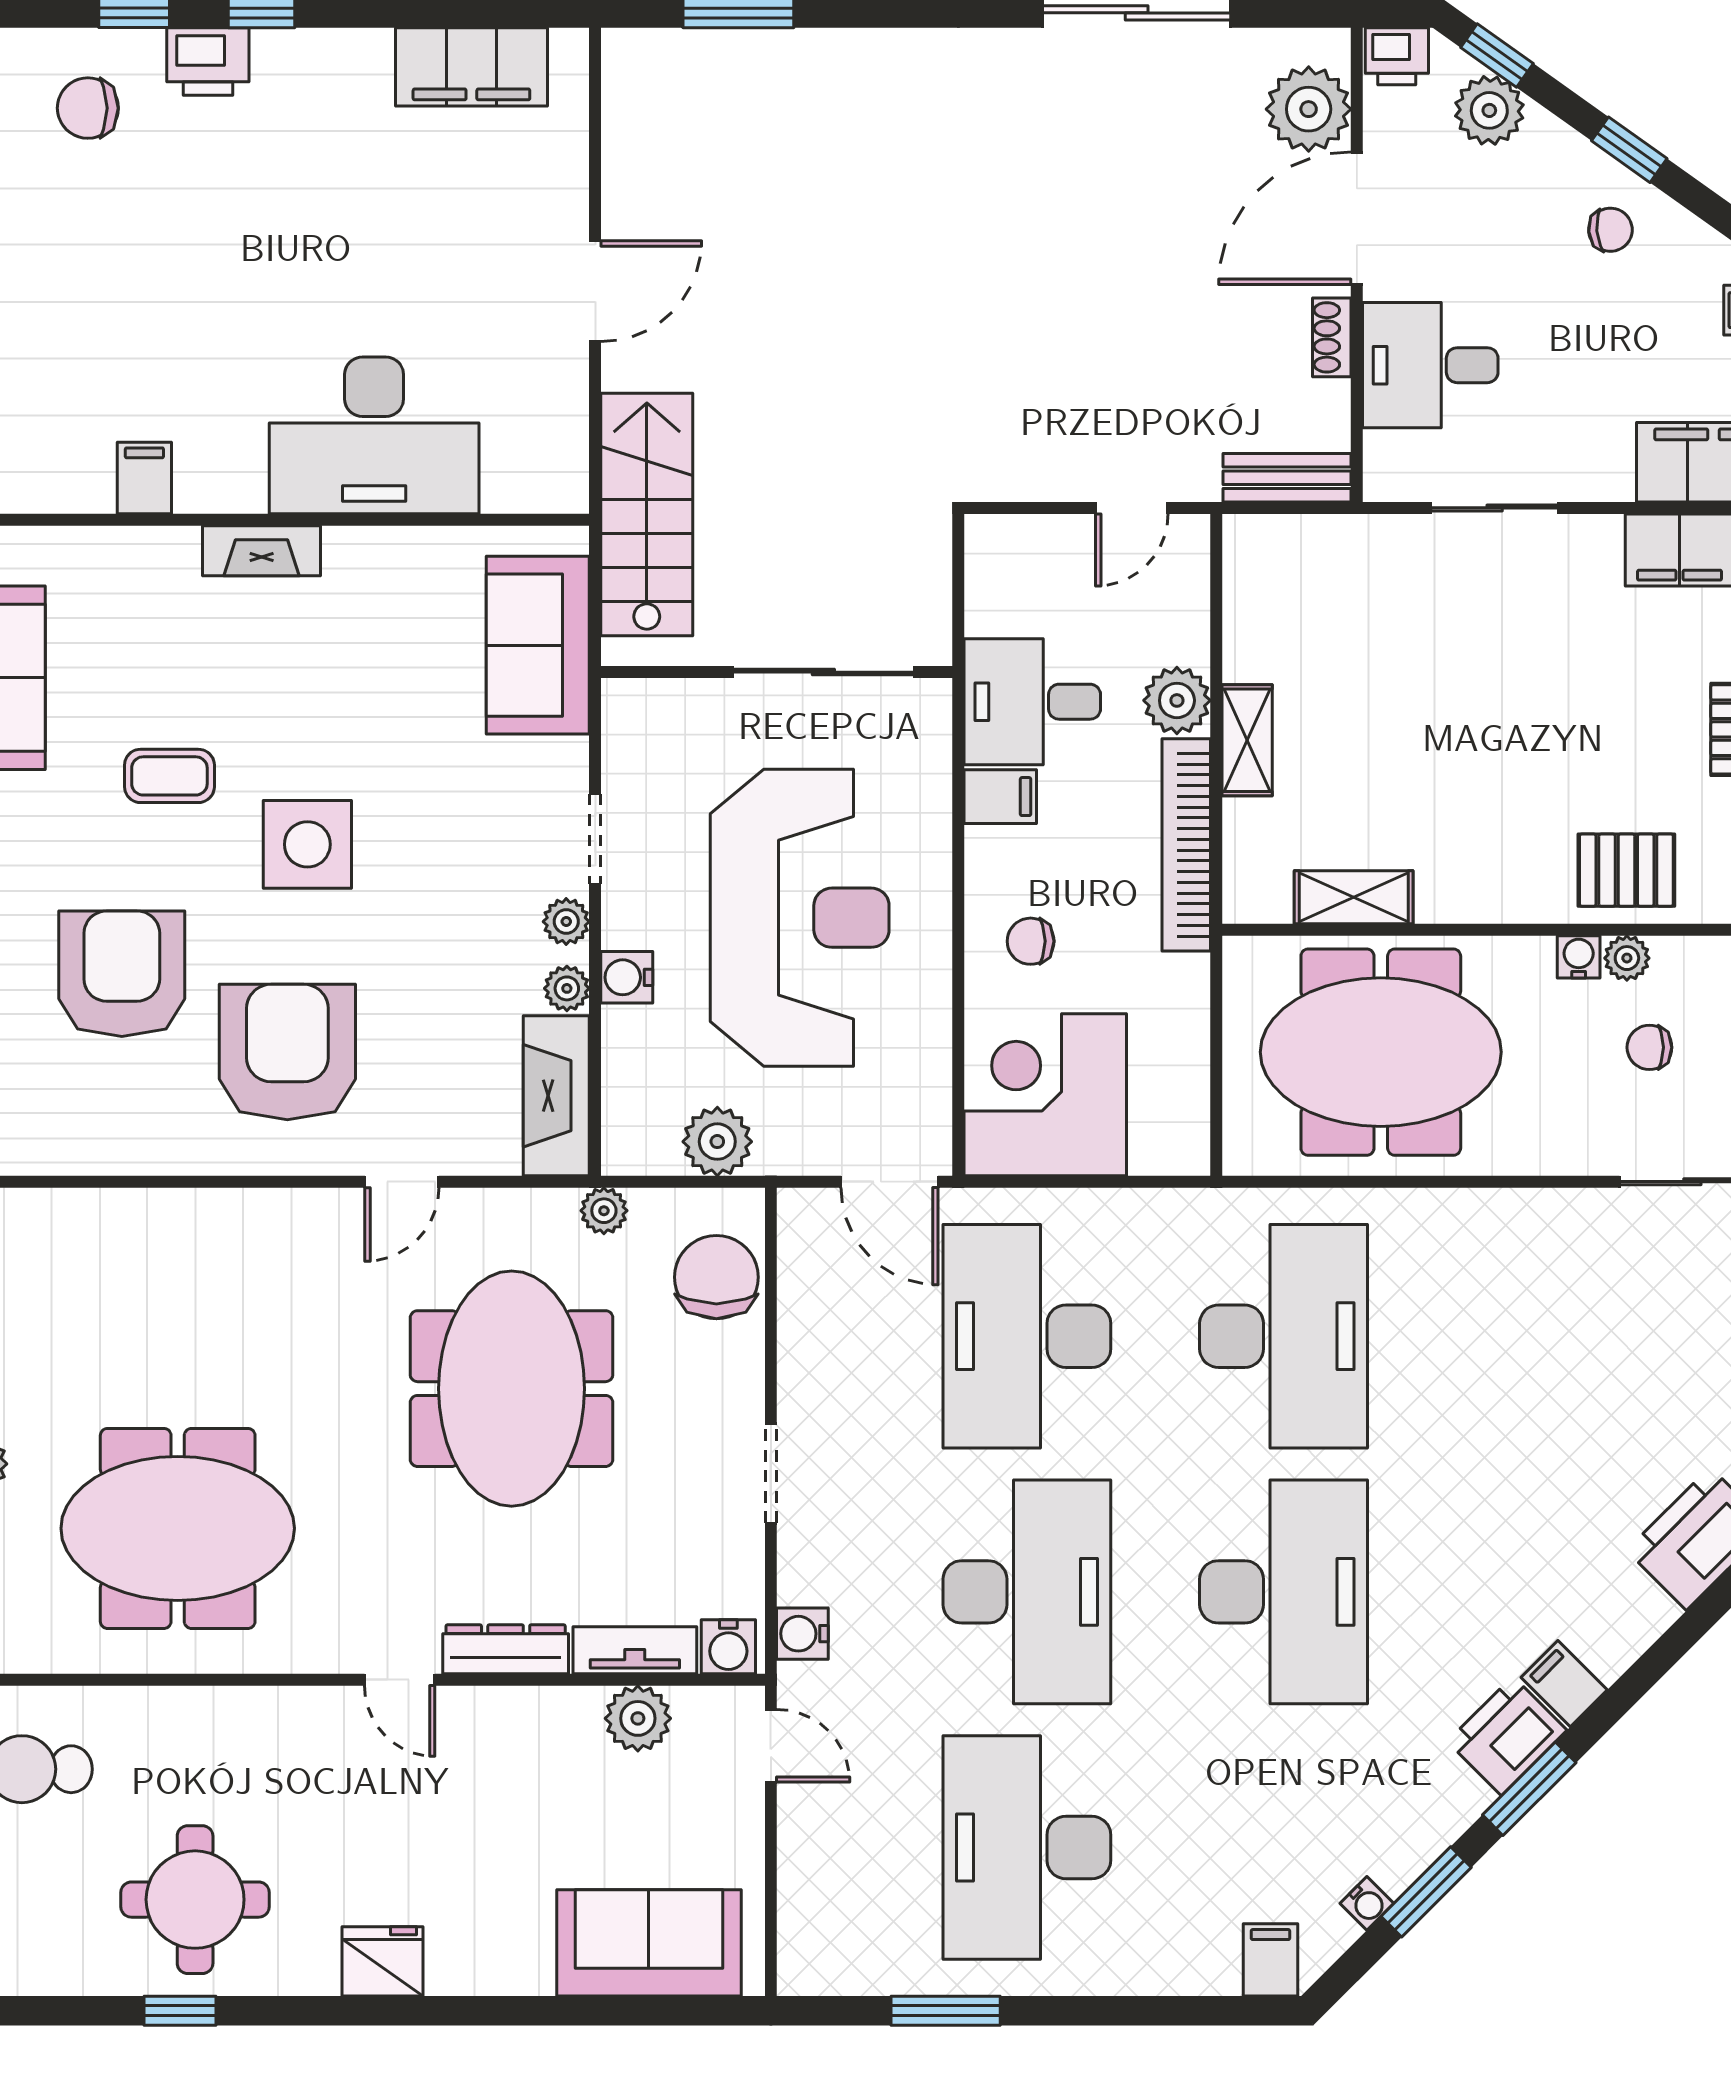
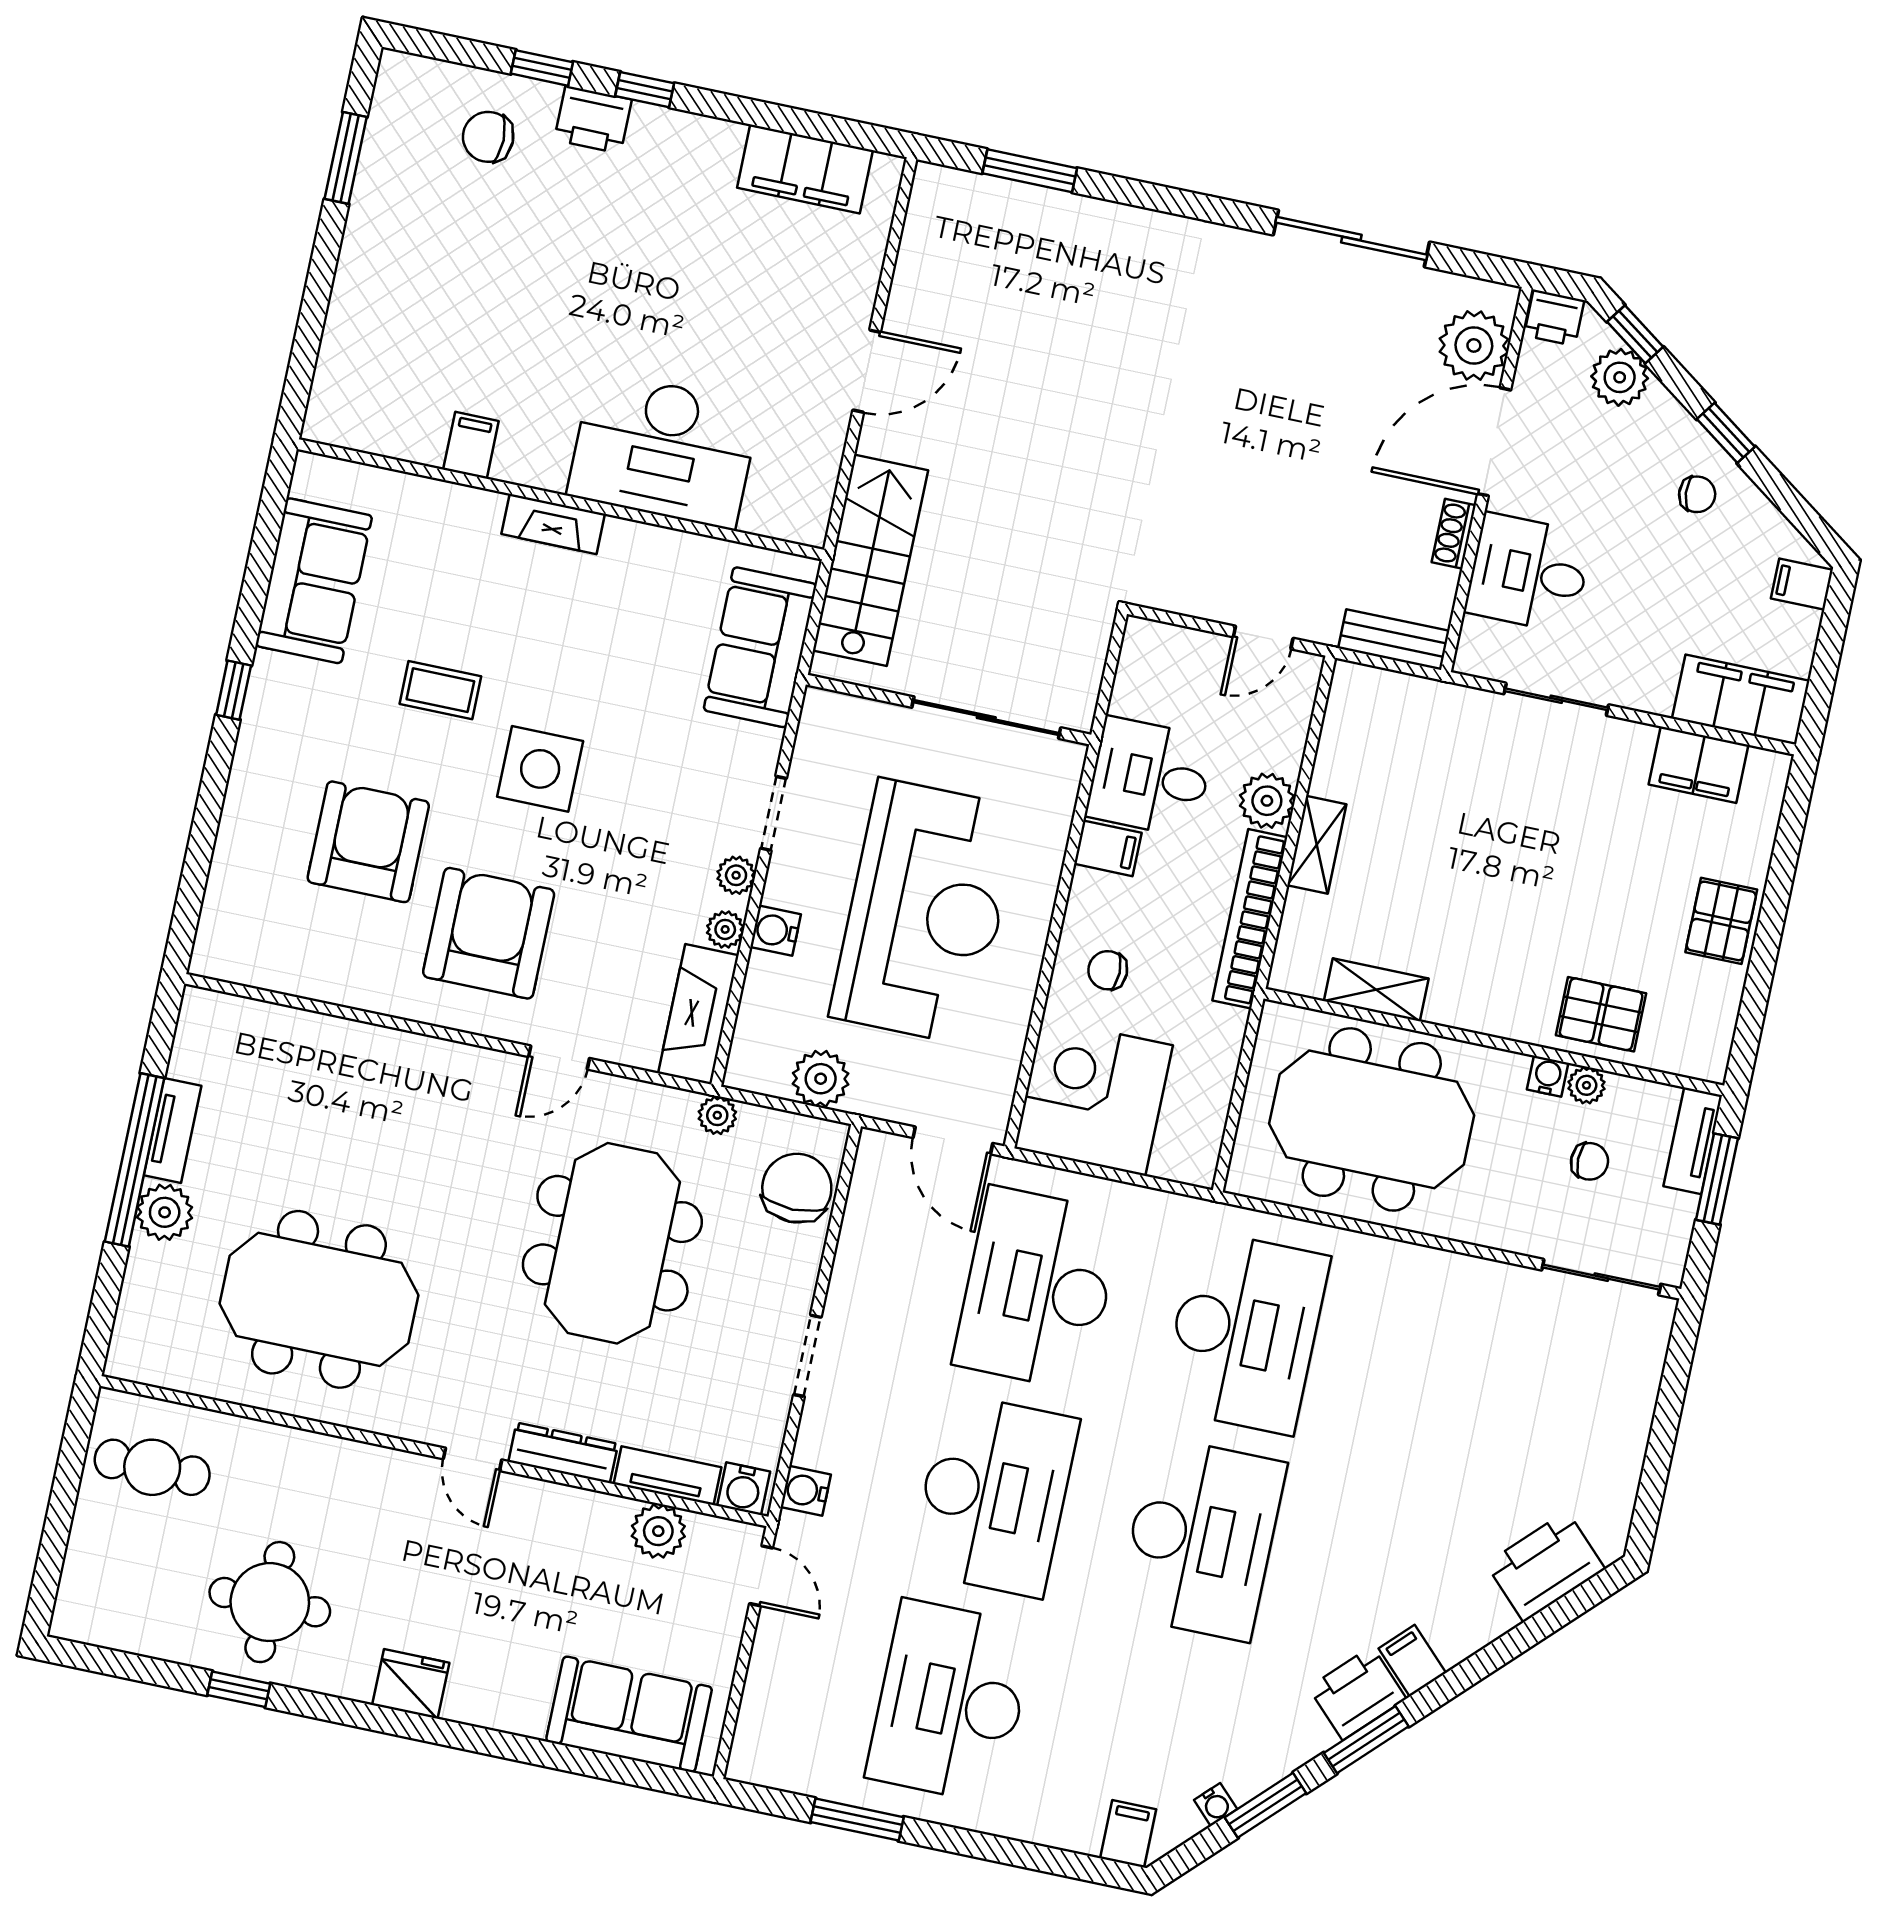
chair: (1649, 1047) -> (1590, 1161), turned 180

